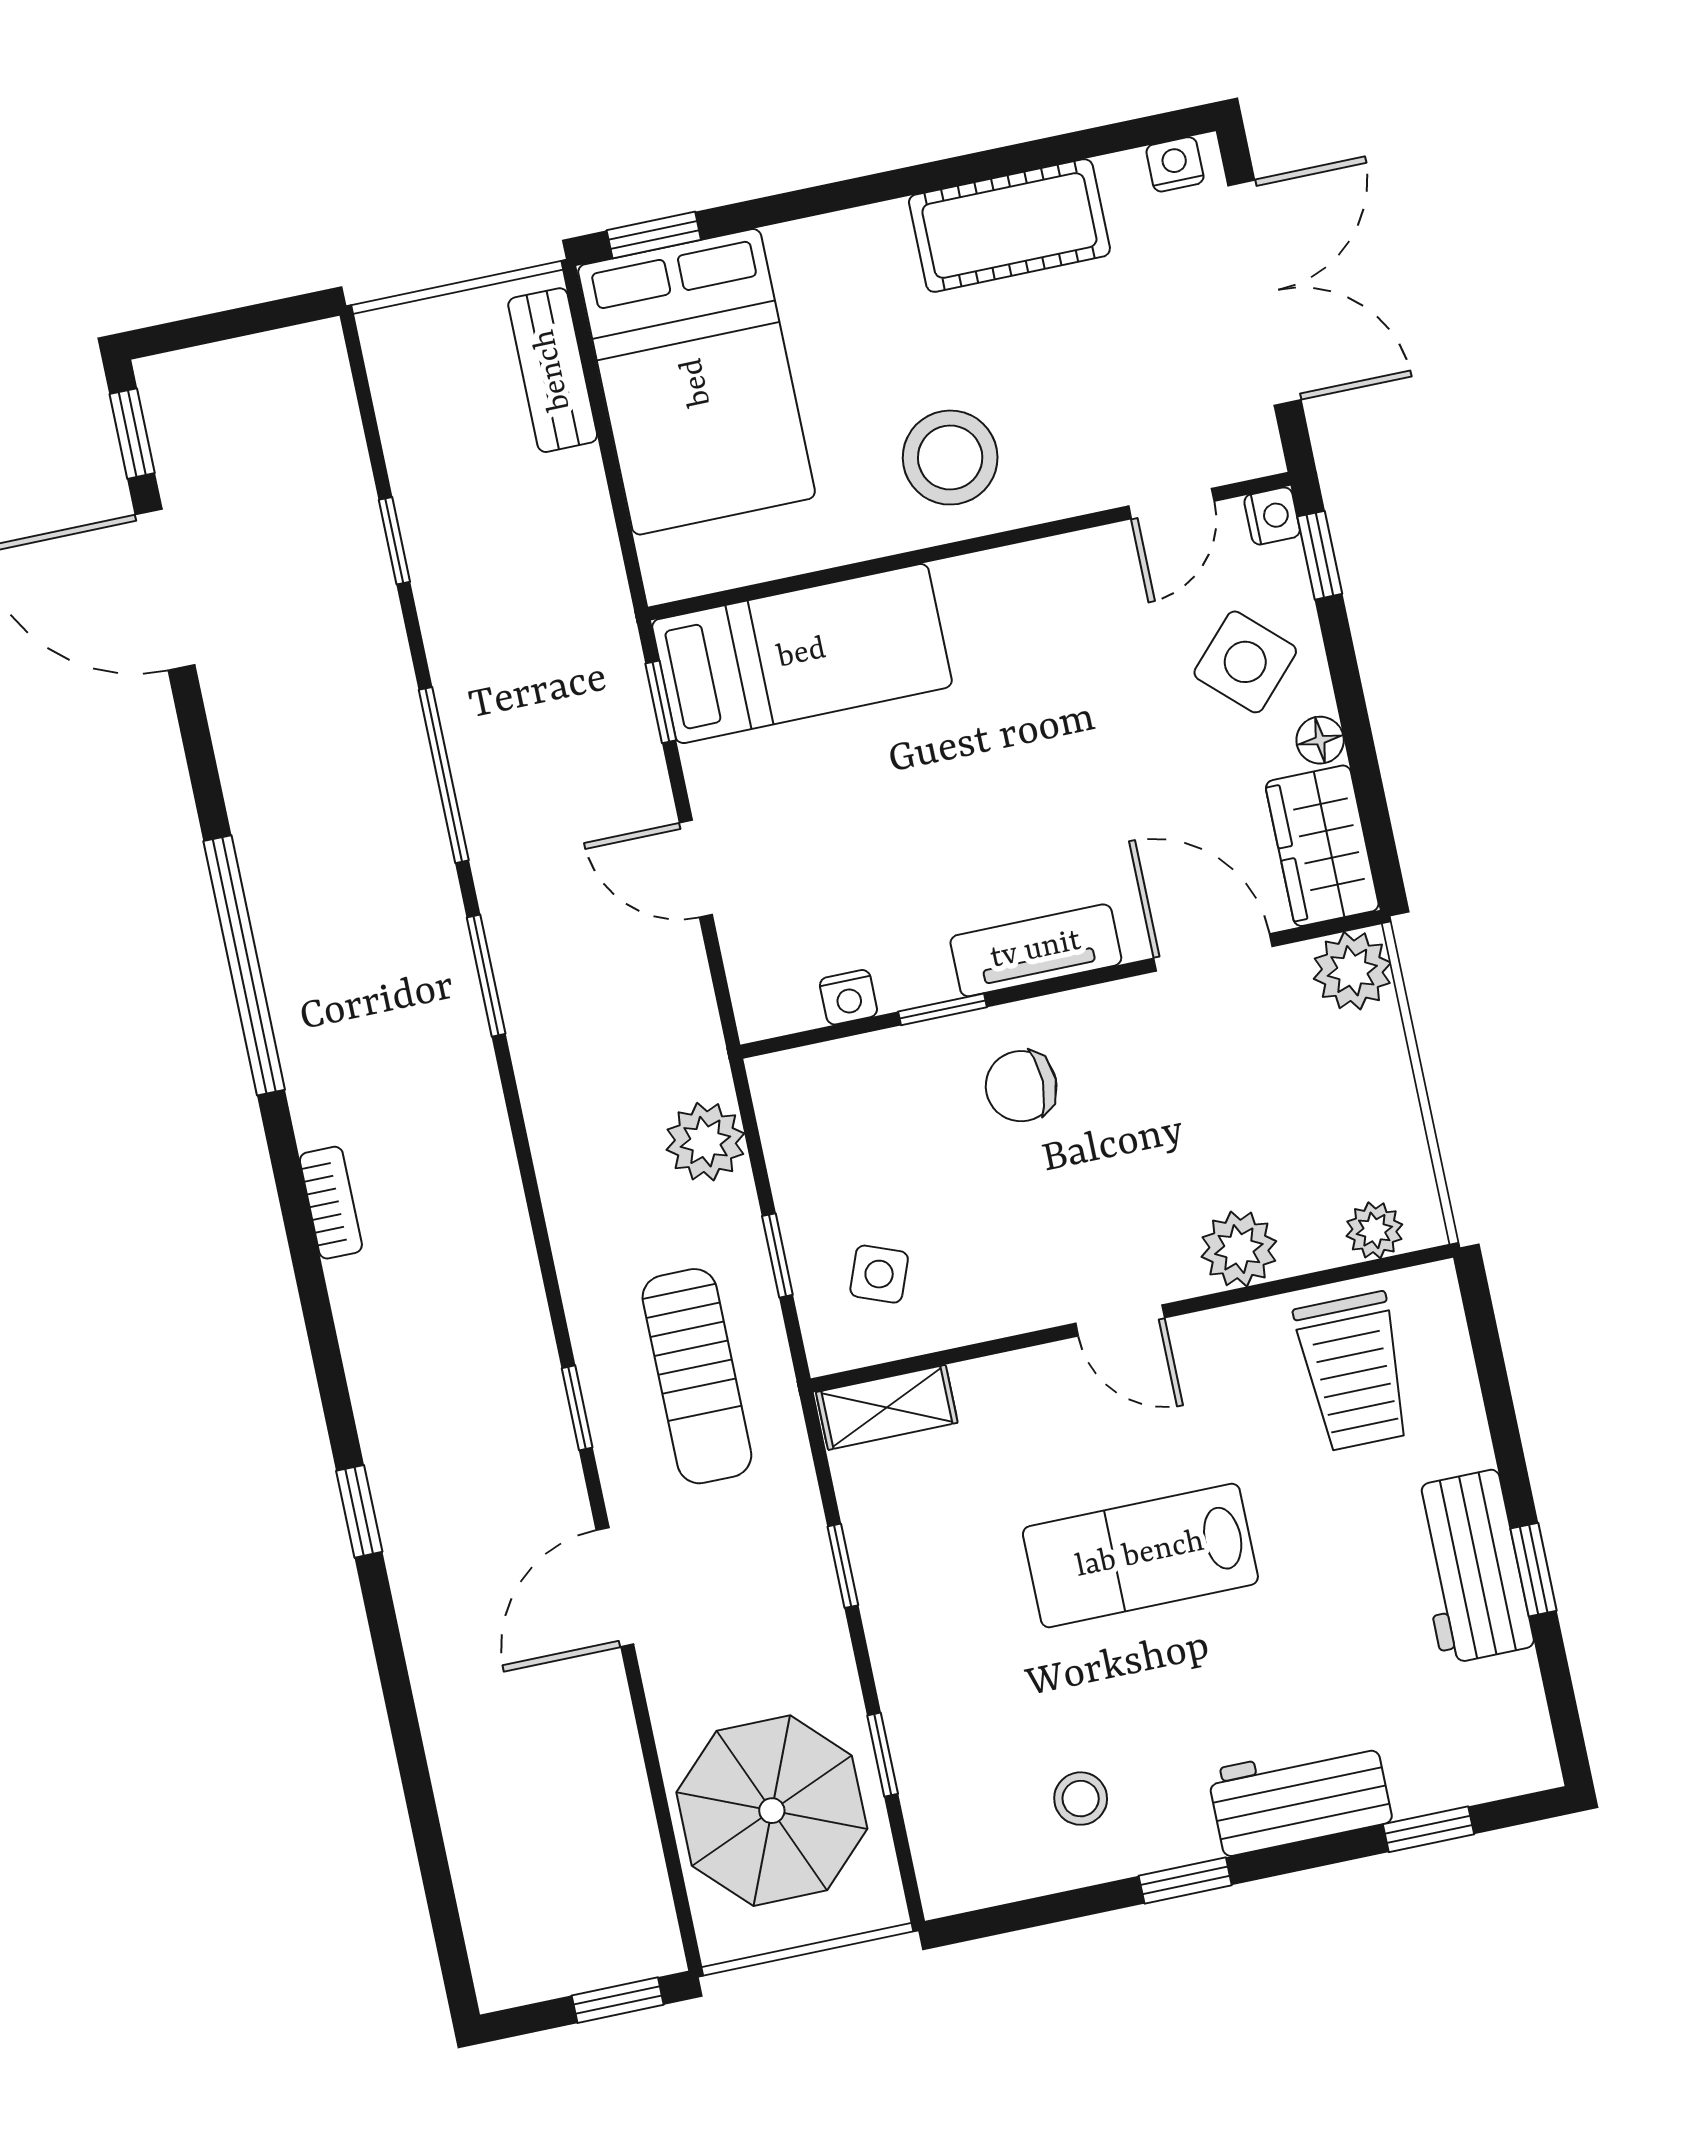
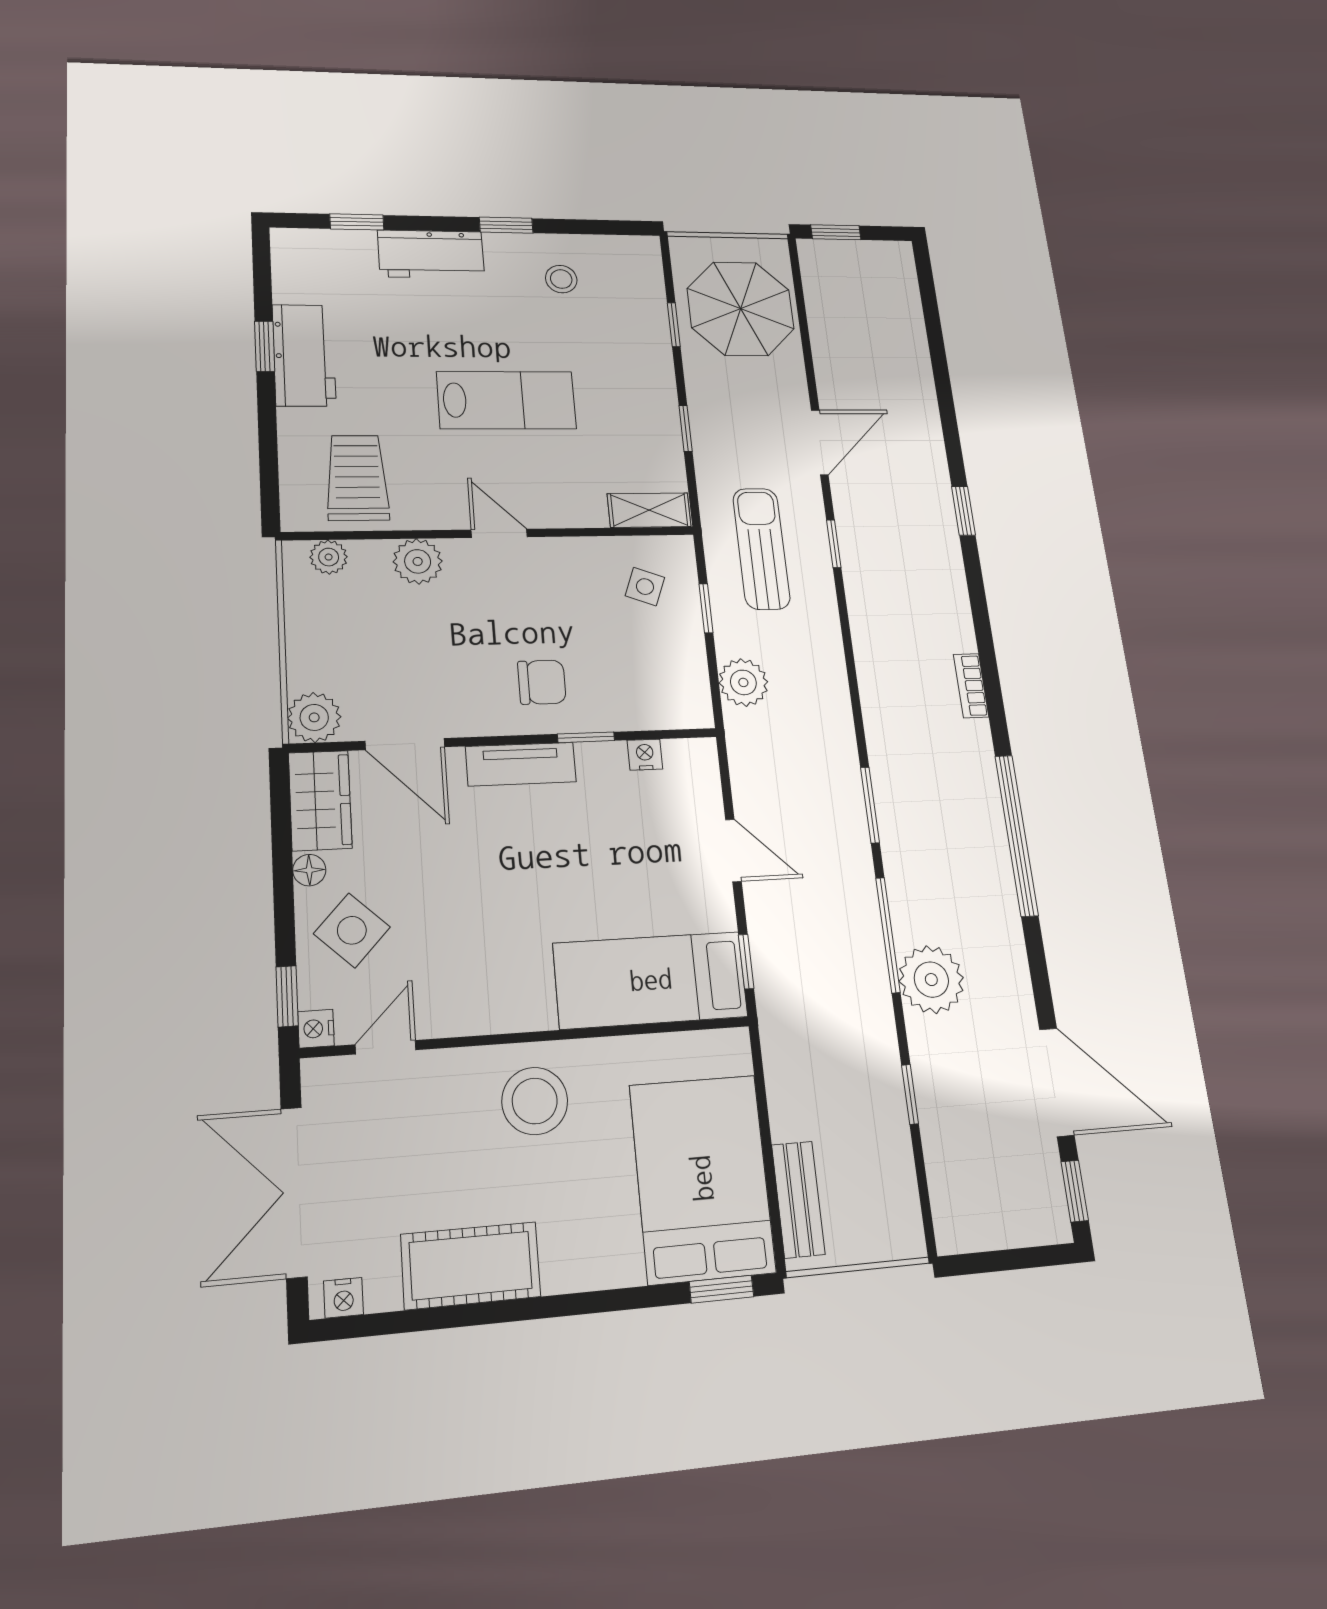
plant: (371, 717) -> (931, 980), added

